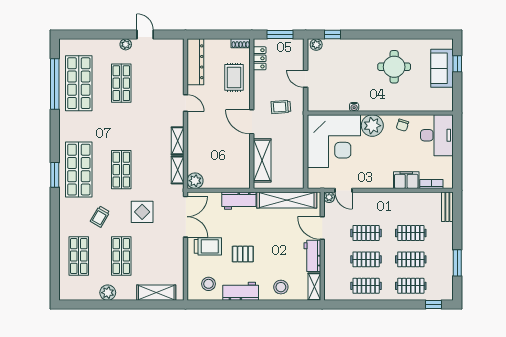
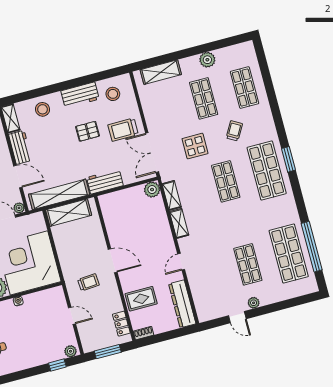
rug: (234, 77) -> (141, 299), turned 90
door: (186, 103) -> (181, 262), hinge flipped
shelving: (262, 160) -> (69, 213), moved, turned 90

